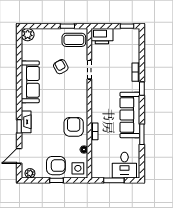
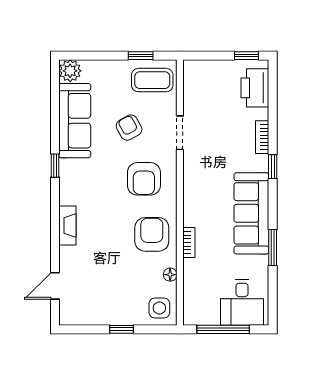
printer: (102, 36) -> (255, 88), moved, turned 90
sofa: (30, 82) -> (75, 121), moved
window: (19, 126) -> (55, 166), moved
armchair: (56, 166) -> (144, 179), moved, turned 90
plant: (30, 173) -> (74, 317), removed
window: (114, 180) -> (223, 329), width x1.44

